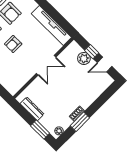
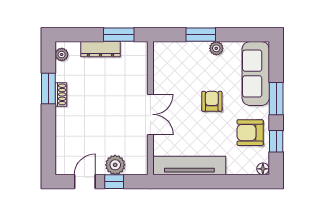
double door: (46, 65) -> (150, 114), swing flipped
dresser: (32, 109) -> (100, 49), moved
window: (40, 130) -> (119, 35), moved

